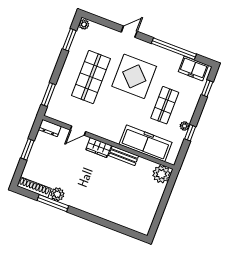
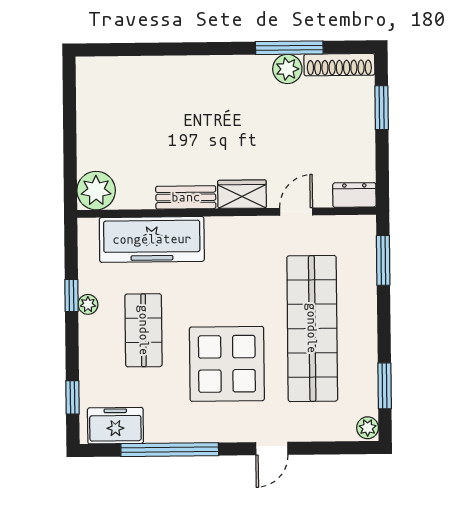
shop shelf: (91, 77) -> (312, 328), width x1.40
window: (27, 149) -> (382, 108), moved

